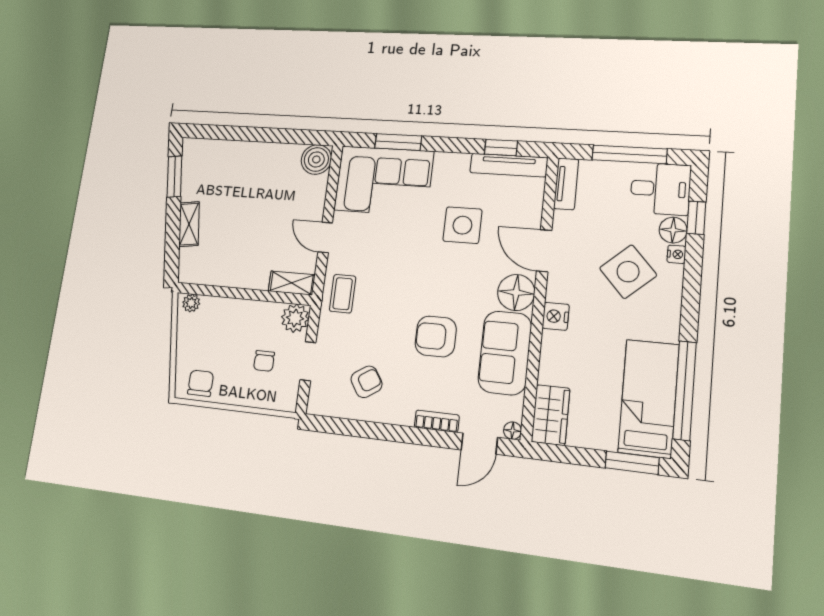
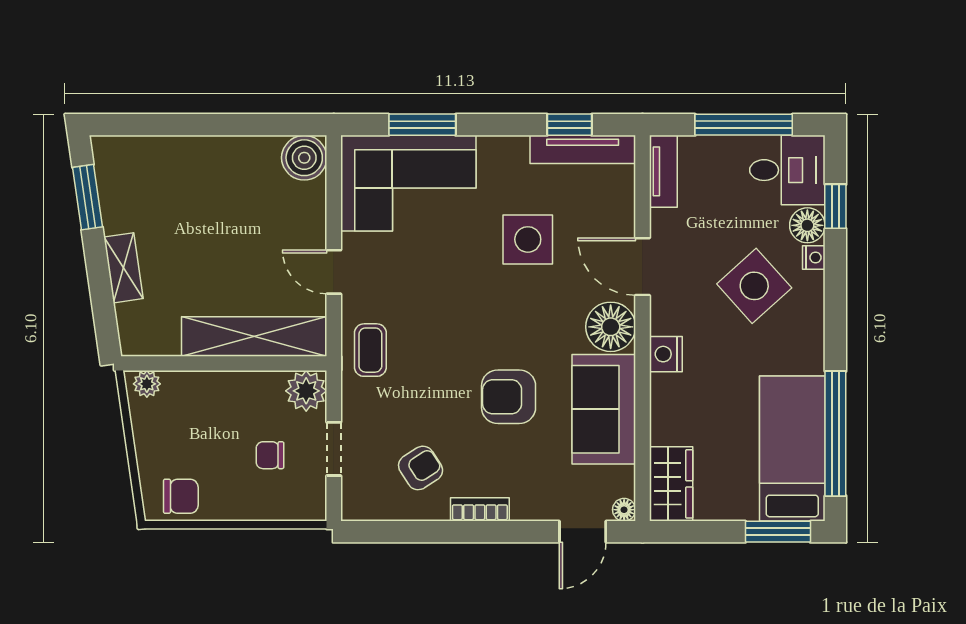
shelving: (292, 283) -> (254, 336), width x2.20, depth x1.33
chair: (264, 361) -> (270, 455), turned 90
chair: (201, 383) -> (181, 496), turned 90
bookcase: (437, 421) -> (480, 509), moved

